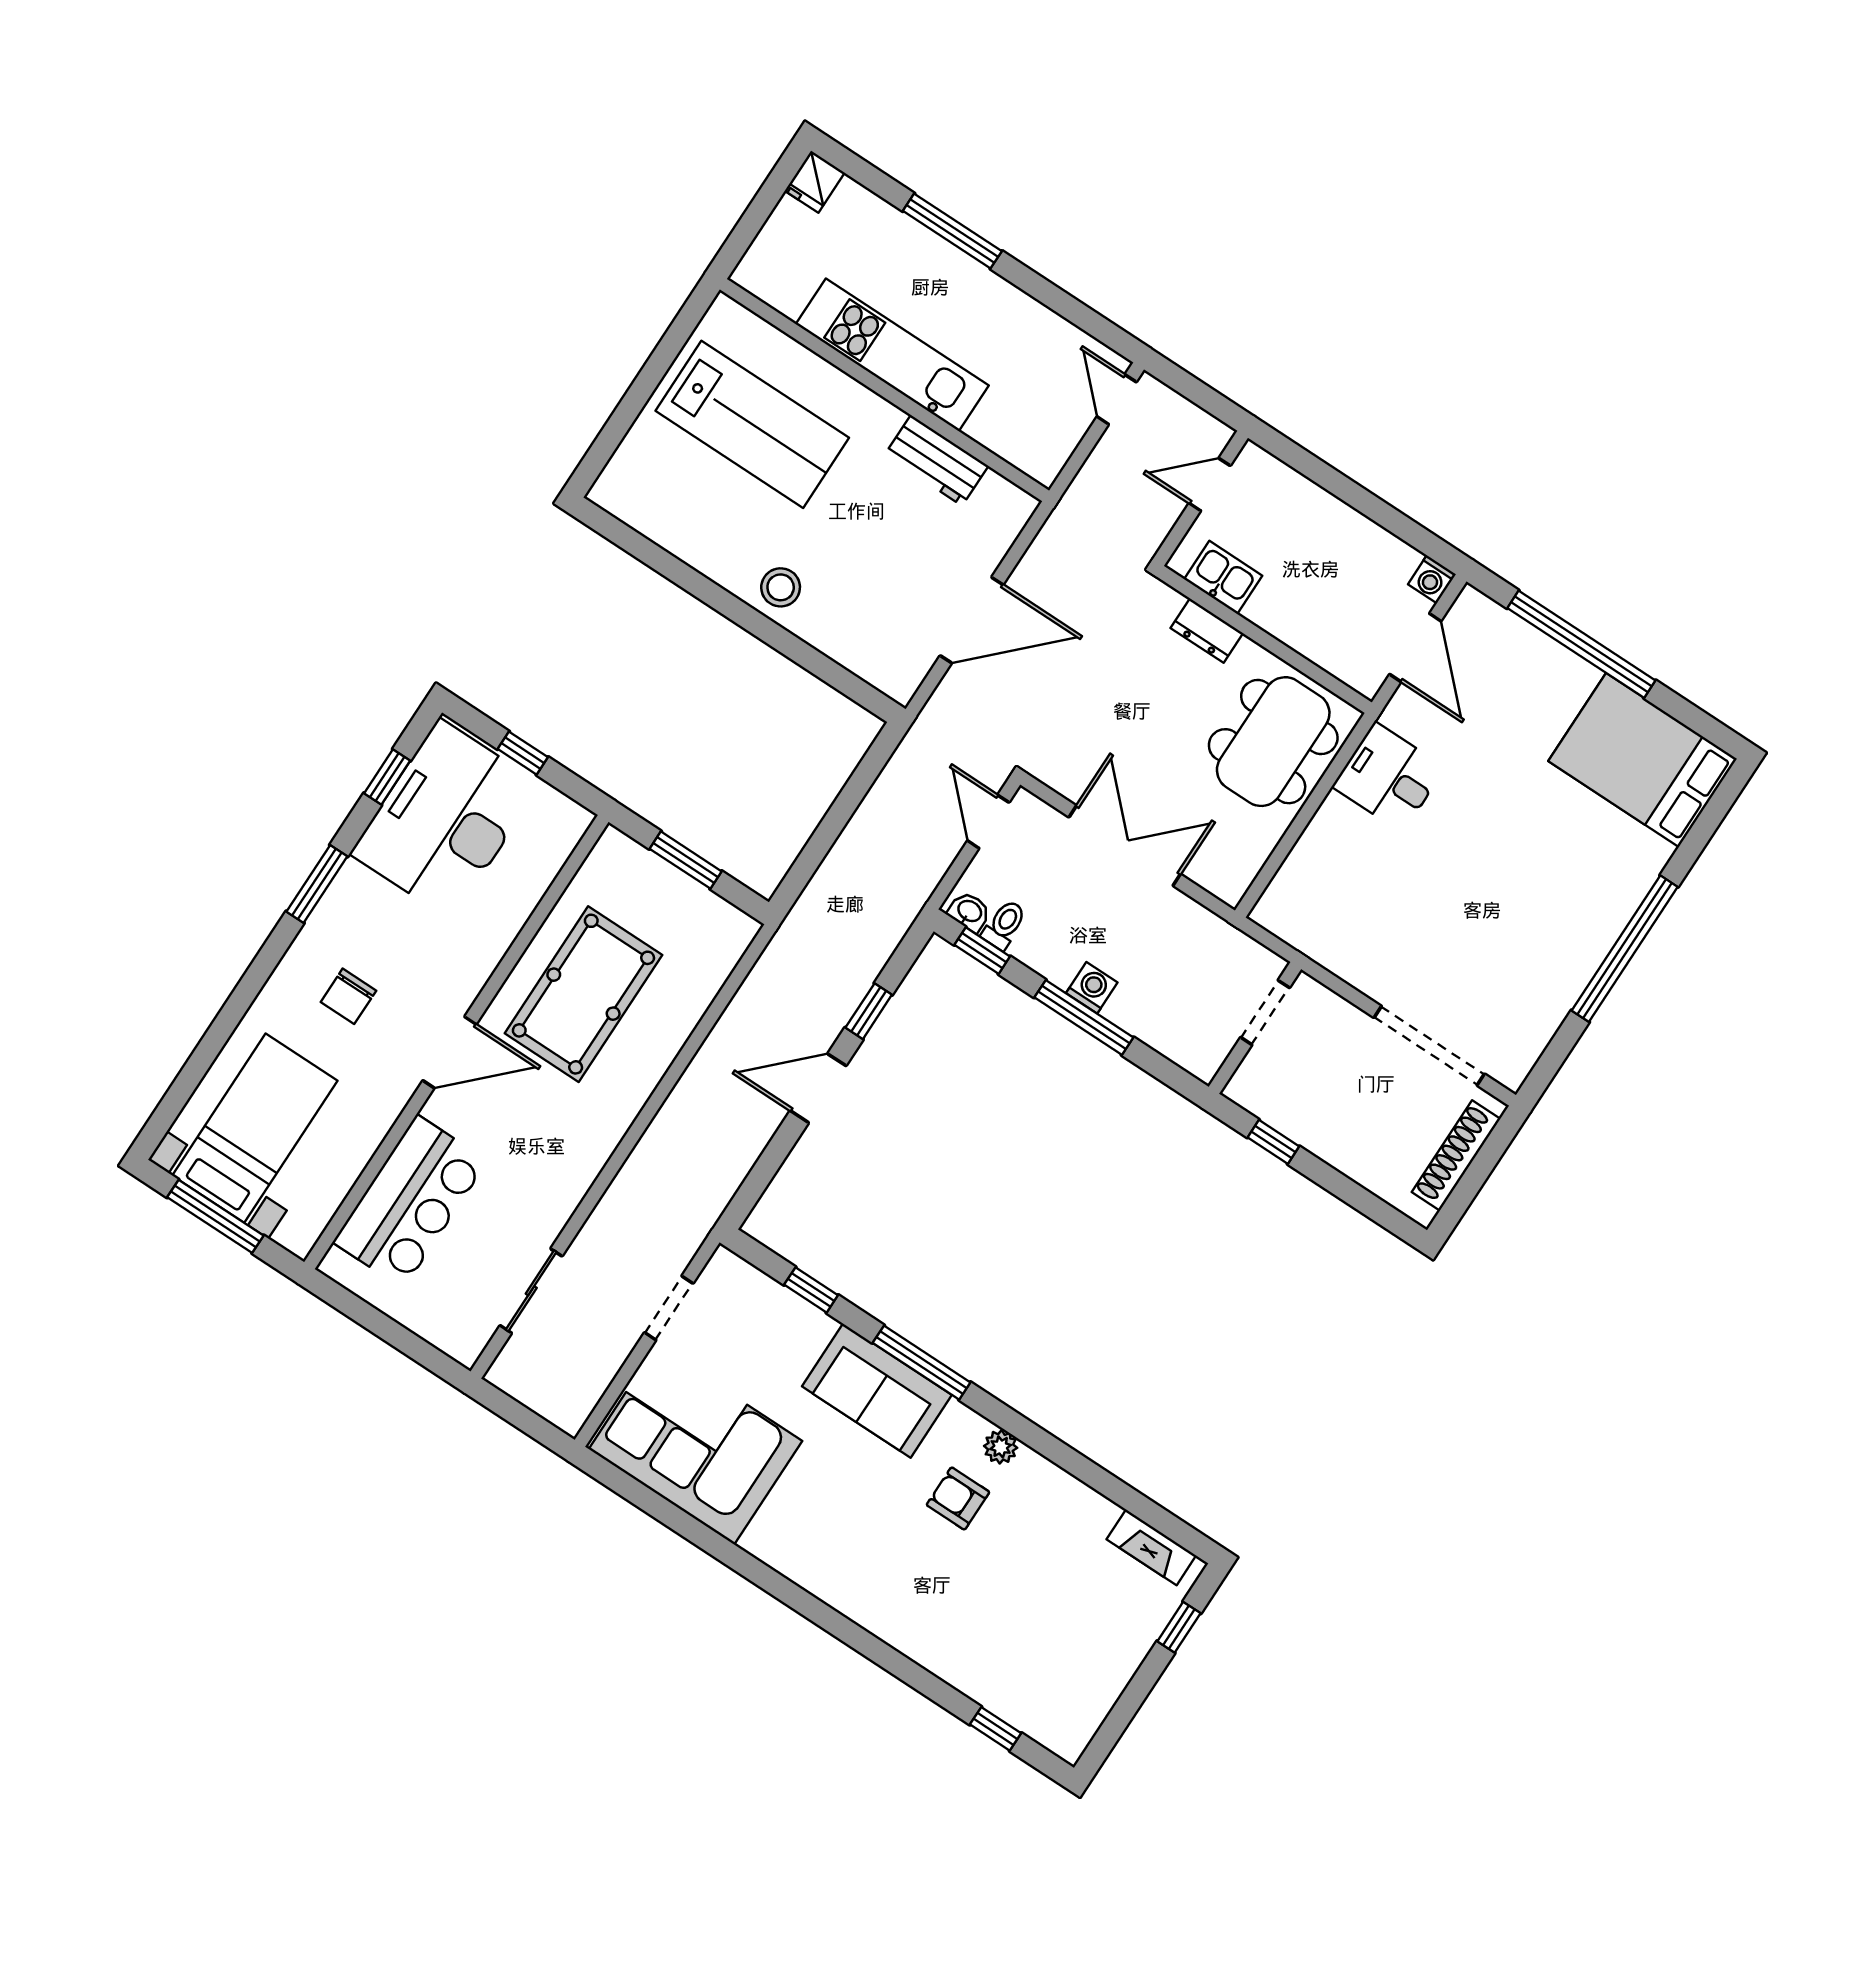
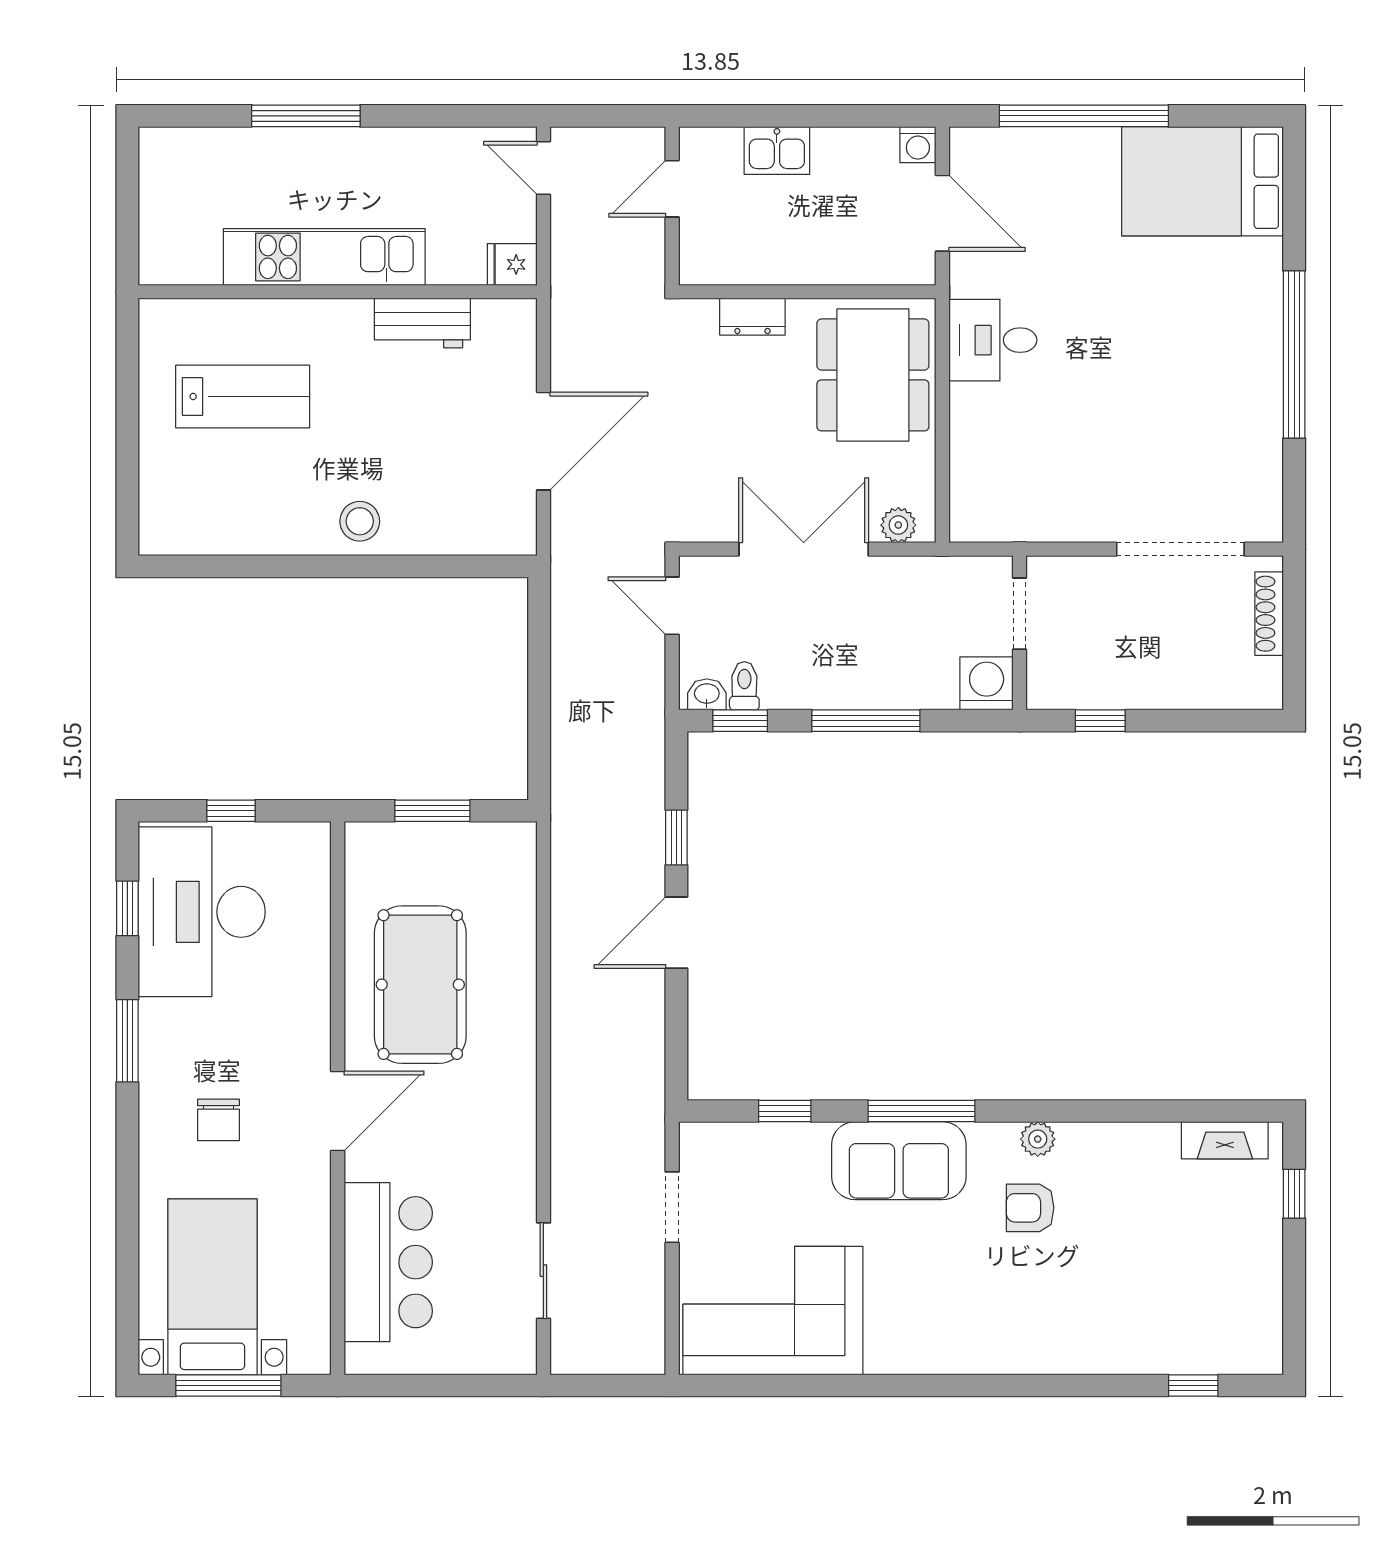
fridge: (815, 182) -> (512, 264), moved, turned 90
lab bench: (752, 424) -> (243, 396), width x0.73, depth x0.72
kitchen sink: (1223, 577) -> (777, 150), moved, turned 180
plant: (1214, 876) -> (898, 525), added
washing machine: (1092, 988) -> (987, 683), moved, width x1.38, depth x1.38
shoe rack: (1456, 1155) -> (1269, 614), width x0.74, depth x0.81

